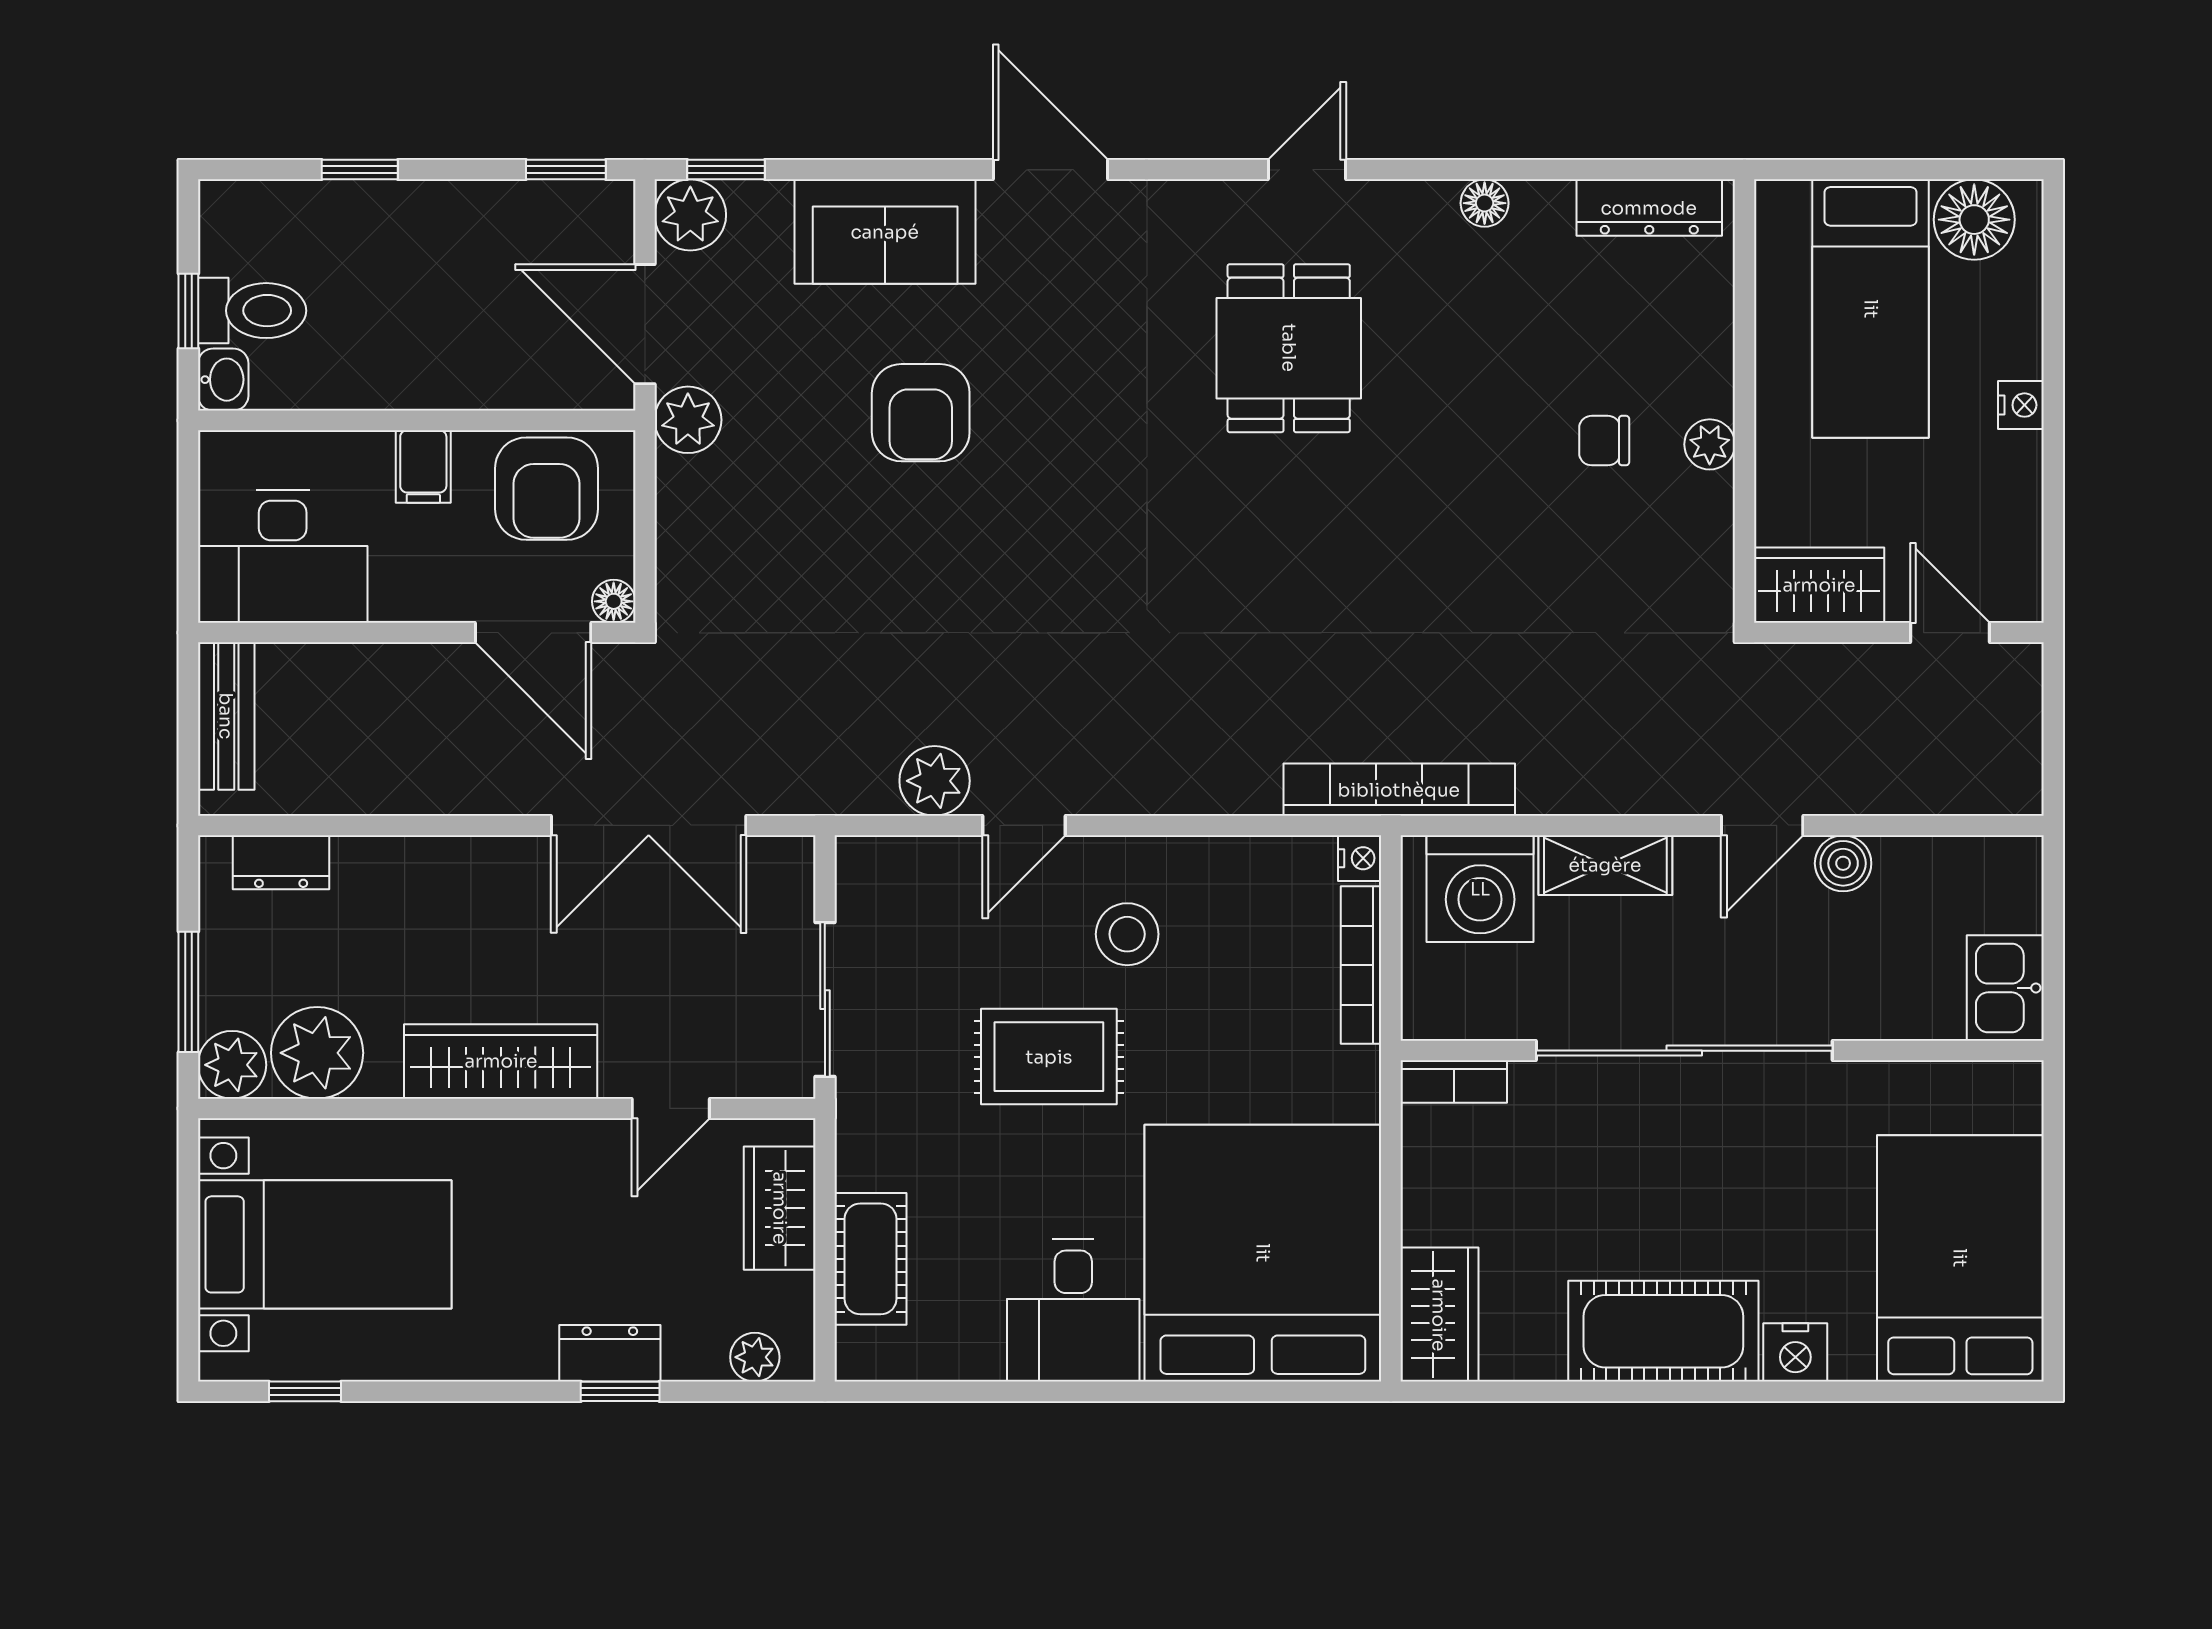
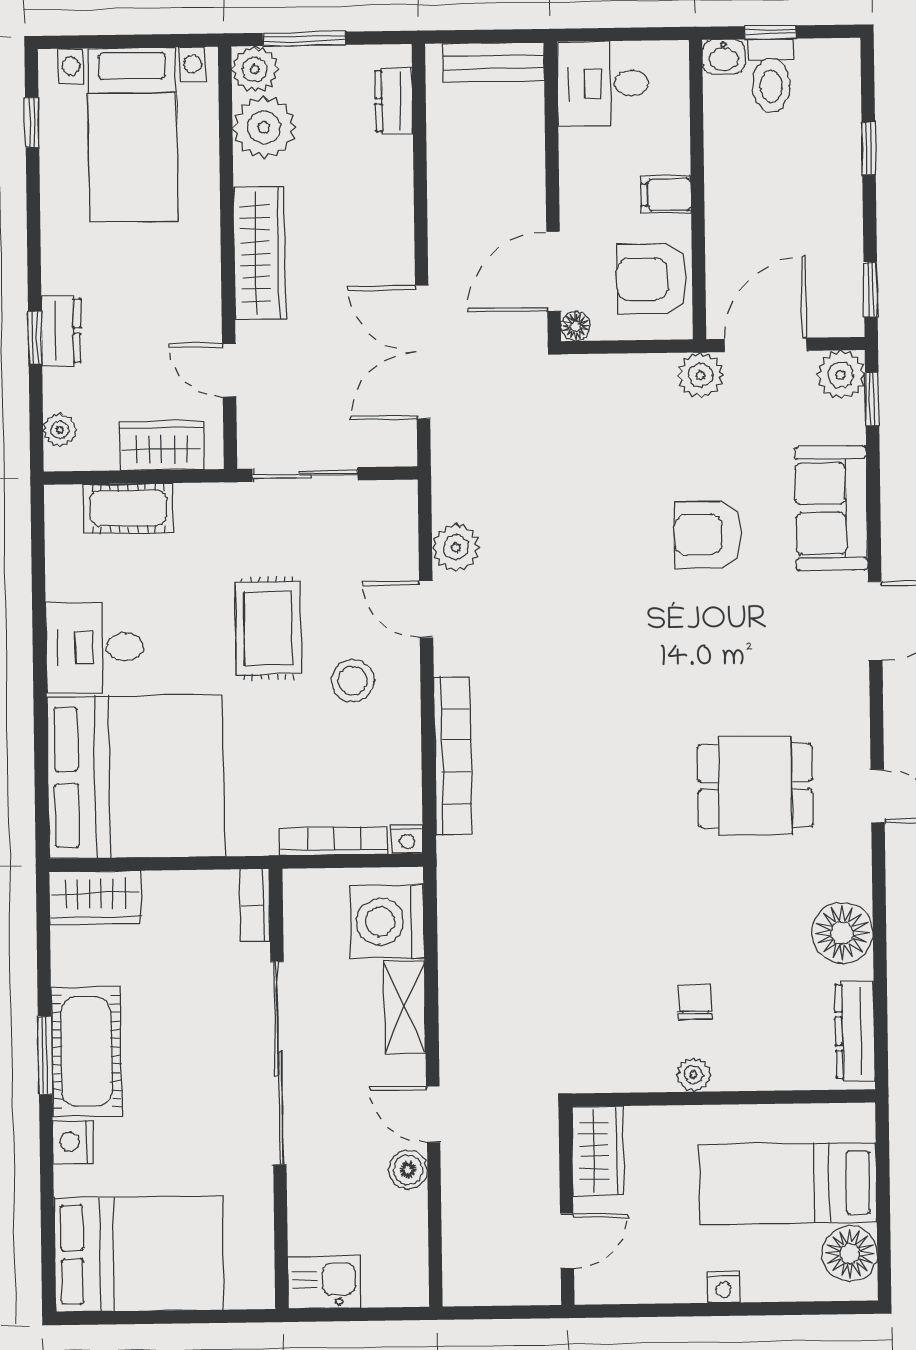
floor lamp: (1485, 203) -> (842, 933), width x1.89, depth x1.89
desk: (283, 556) -> (603, 83), width x0.73
bookcase: (1399, 790) -> (453, 756), moved
window: (1668, 1391) -> (45, 1055), added

